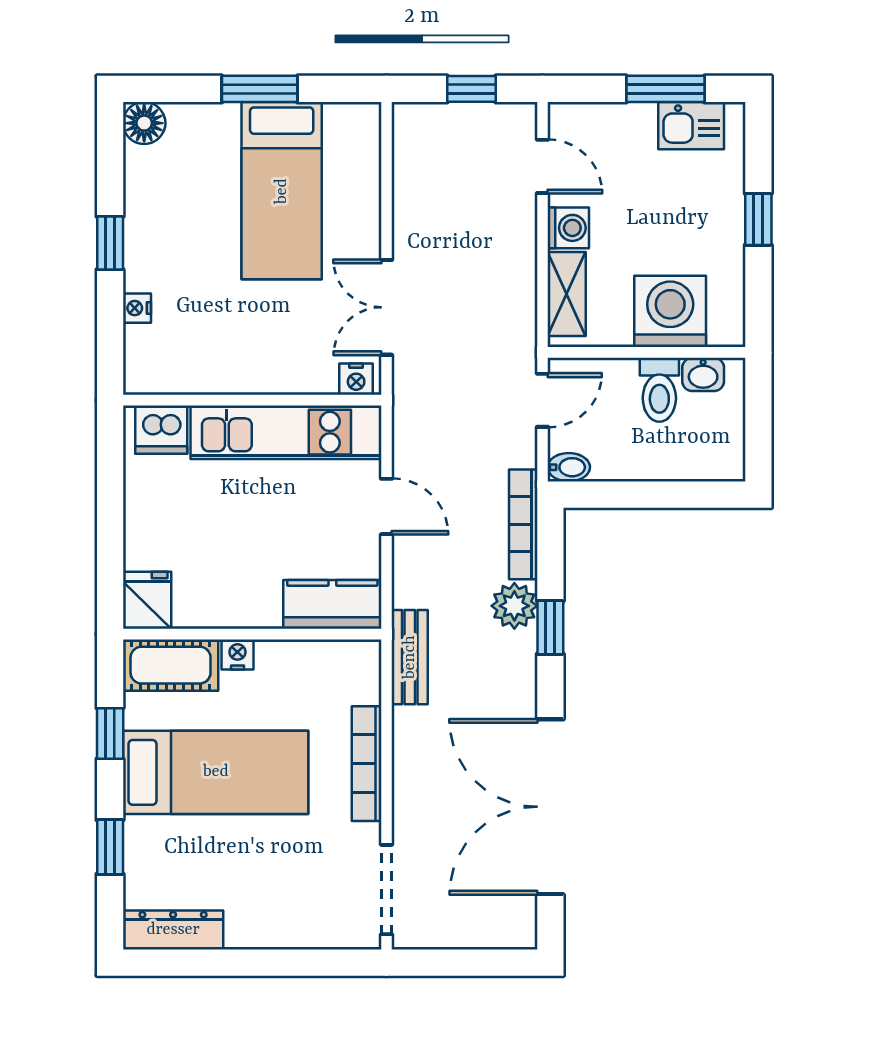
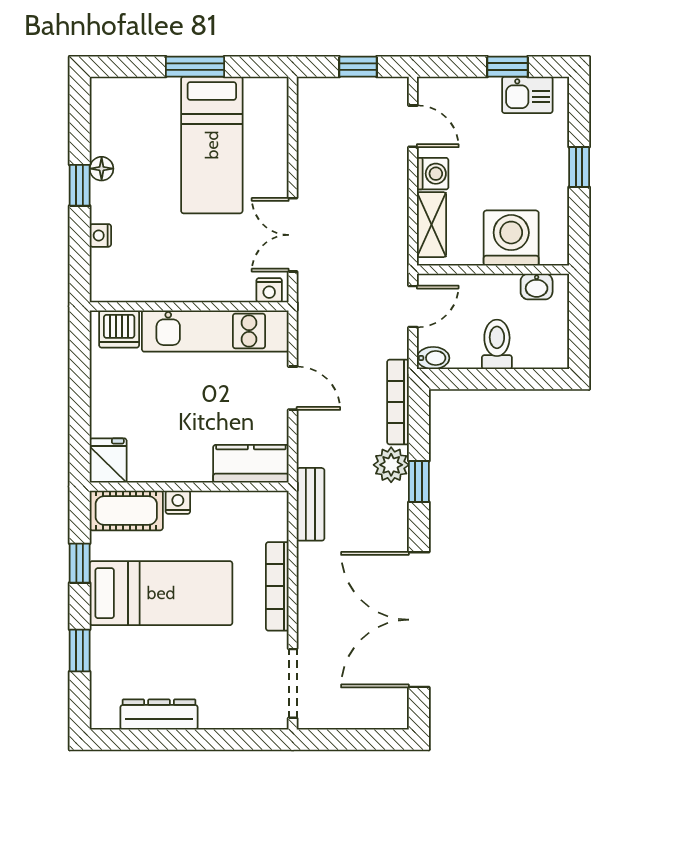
window: (665, 89) -> (508, 67), width x0.67
floor lamp: (144, 123) -> (102, 169), moved, width x0.73, depth x0.73
toilet: (659, 390) -> (497, 344), moved, turned 180
dresser: (173, 930) -> (159, 715), moved

